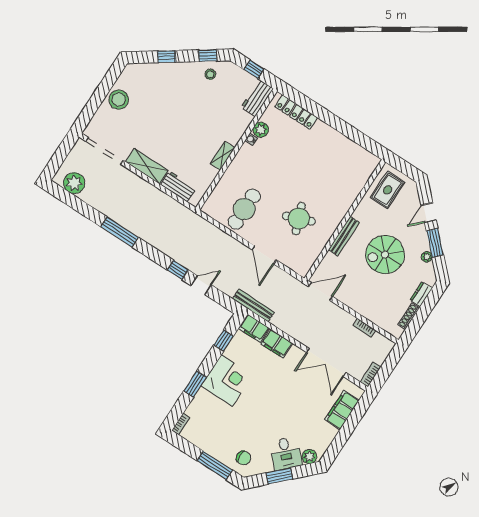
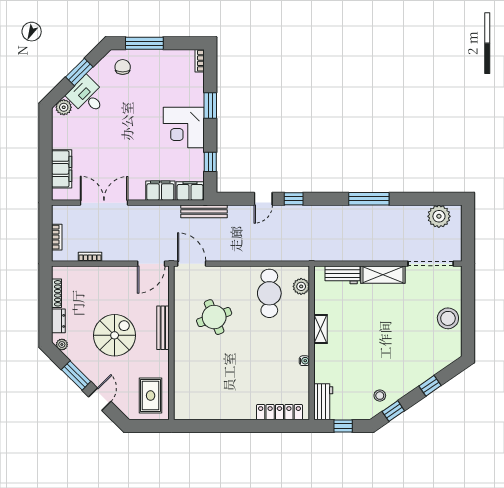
plant: (261, 130) -> (301, 286), moved
door: (264, 255) -> (192, 264), moved
plant: (427, 257) -> (62, 345), moved
bookcase: (370, 375) -> (57, 237), moved
chair: (244, 458) -> (123, 67), turned 90

